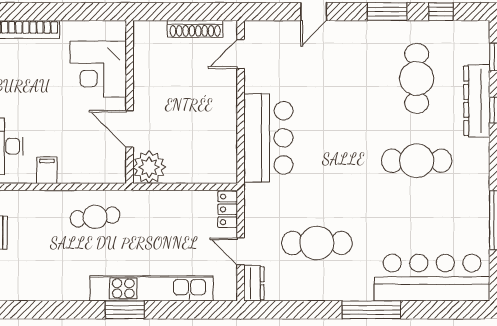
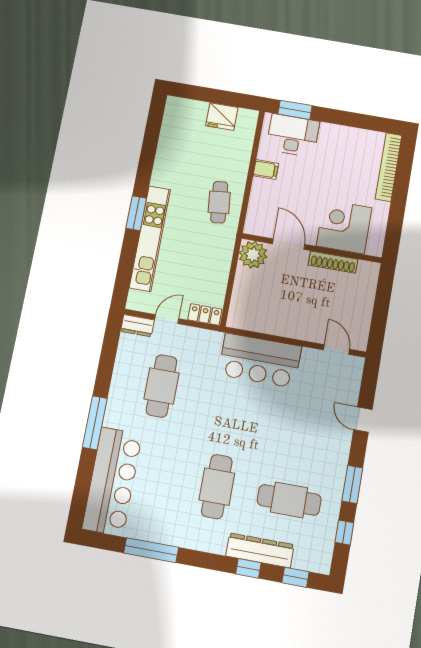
shoe rack: (195, 29) -> (333, 262), moved, turned -90
door: (130, 129) -> (289, 244), hinge flipped

